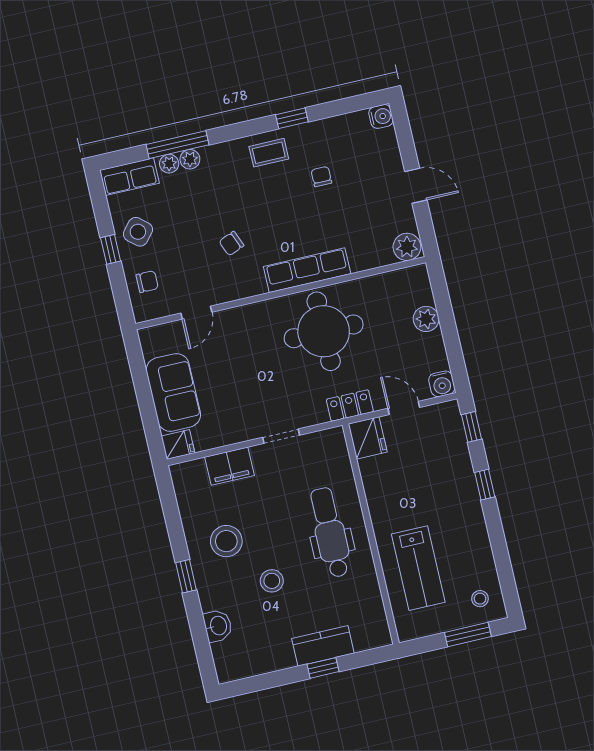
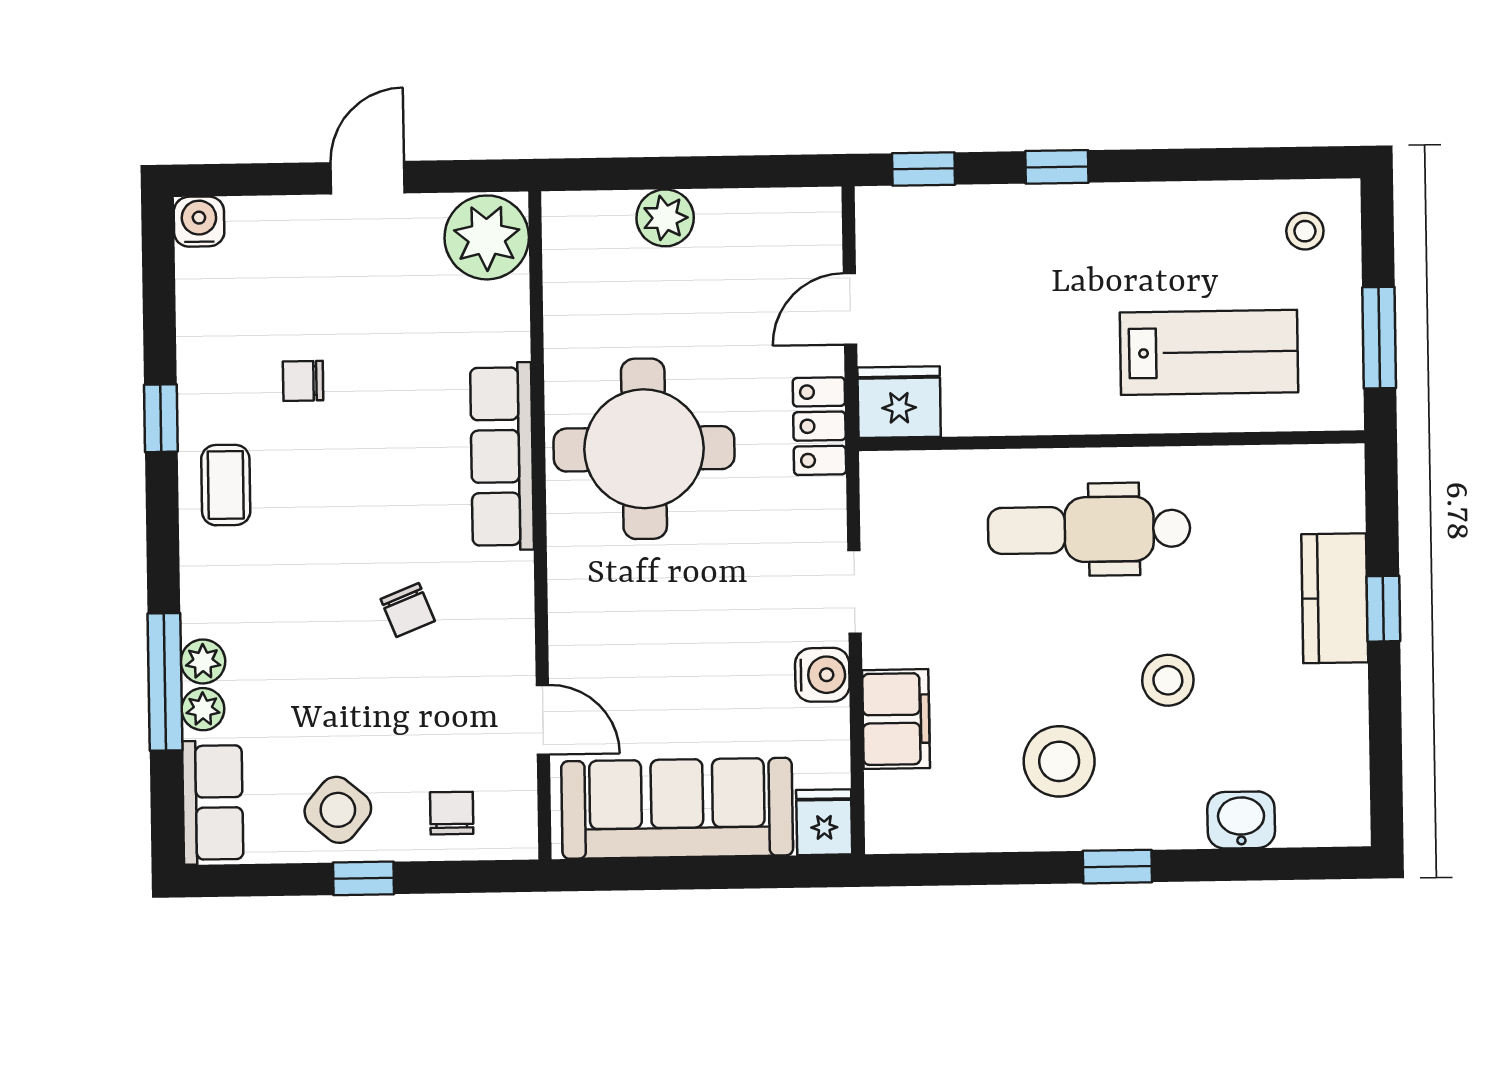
plant: (407, 247) -> (487, 237), width x1.36, depth x1.36
water cooler: (442, 384) -> (822, 675), moved
sofa: (173, 392) -> (677, 808), width x1.36
window: (468, 635) -> (1379, 338), moved

